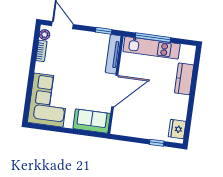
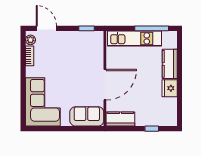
window: (153, 37) -> (152, 28), moved
tv unit: (113, 54) -> (99, 50), removed
kitchen counter: (126, 129) -> (120, 119), added
fridge: (177, 129) -> (170, 88), moved

